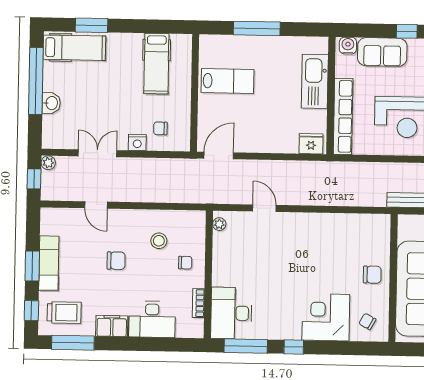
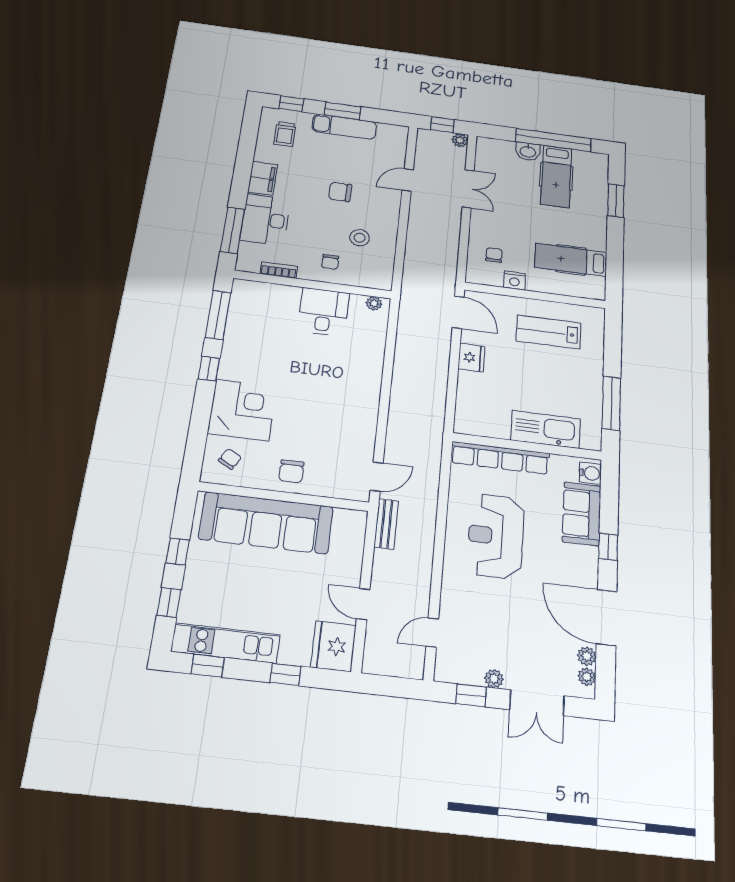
window: (257, 28) -> (611, 403), moved
hospital bed: (74, 48) -> (556, 176), moved
lab bench: (227, 81) -> (548, 332), turned 90
nightstand: (137, 142) -> (515, 280), moved, turned -90
fridge: (311, 144) -> (471, 358), moved
door: (264, 208) -> (377, 477), moved
chair: (116, 261) -> (340, 192), turned 90
trolley: (64, 313) -> (285, 134), width x0.73, depth x0.72
desk: (231, 313) -> (324, 312), moved, width x0.73
window: (73, 343) -> (232, 230), moved

